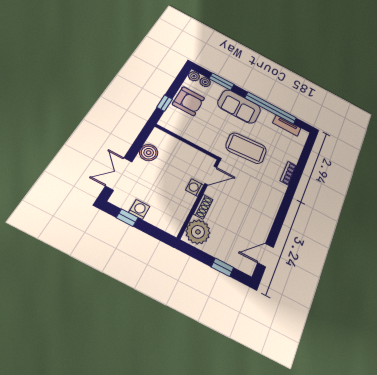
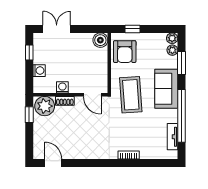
armchair: (189, 101) -> (125, 52), moved
coffee table: (246, 148) -> (131, 95), moved
boiler: (149, 153) -> (100, 40), moved
washing machine: (195, 188) -> (62, 87), moved
washing machine: (139, 209) -> (39, 71), moved
window: (222, 267) -> (29, 115), moved

